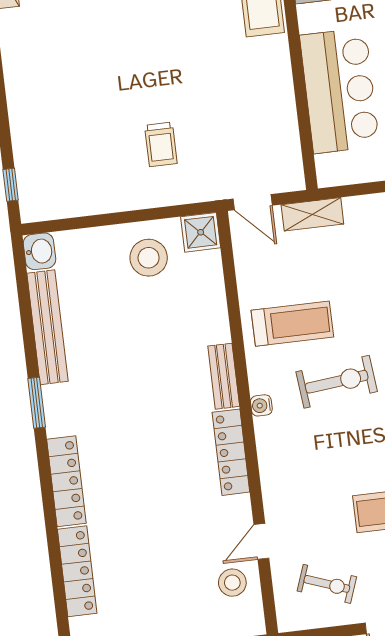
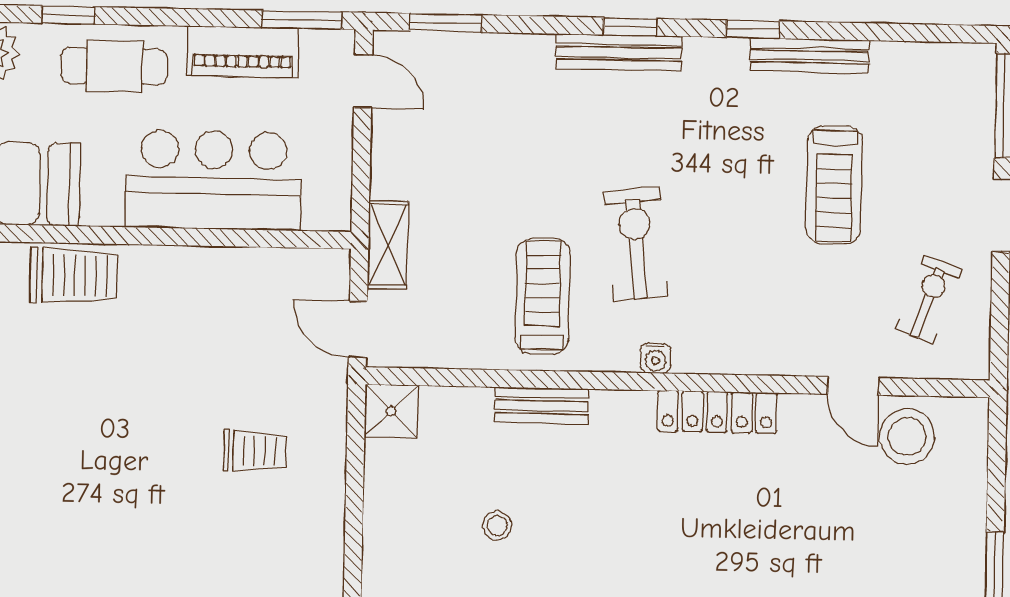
door: (253, 202) -> (358, 329), swing flipped
stool: (149, 258) -> (497, 526), moved, width x0.53, depth x0.53
bench: (224, 376) -> (542, 406), moved
stool: (232, 583) -> (907, 437), width x1.38, depth x1.38

